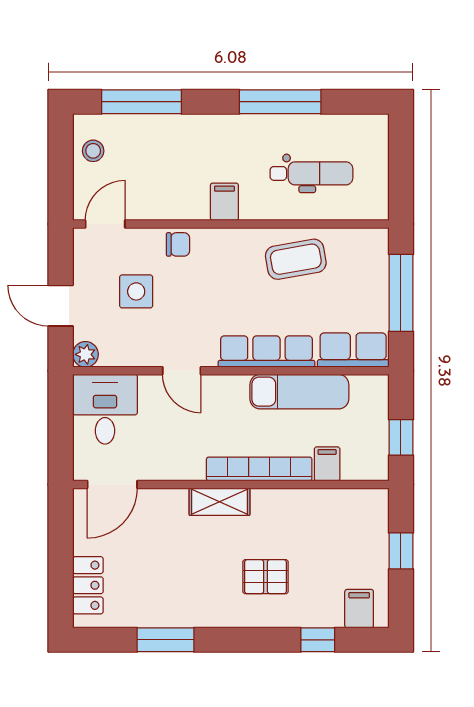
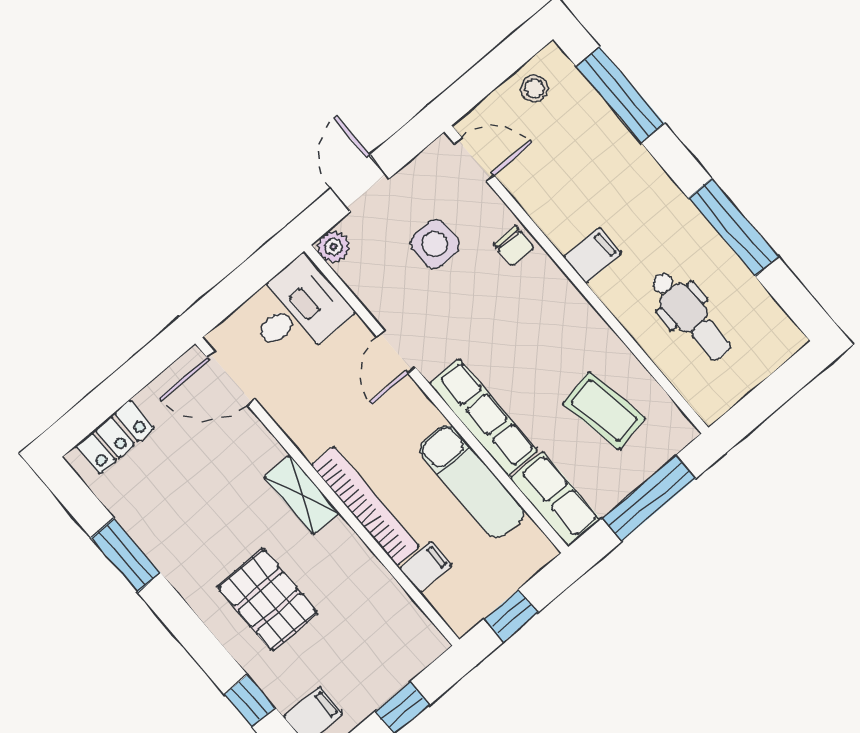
coffee table: (296, 259) -> (604, 411), moved
pallet: (265, 577) -> (268, 600), width x1.50, depth x1.42

